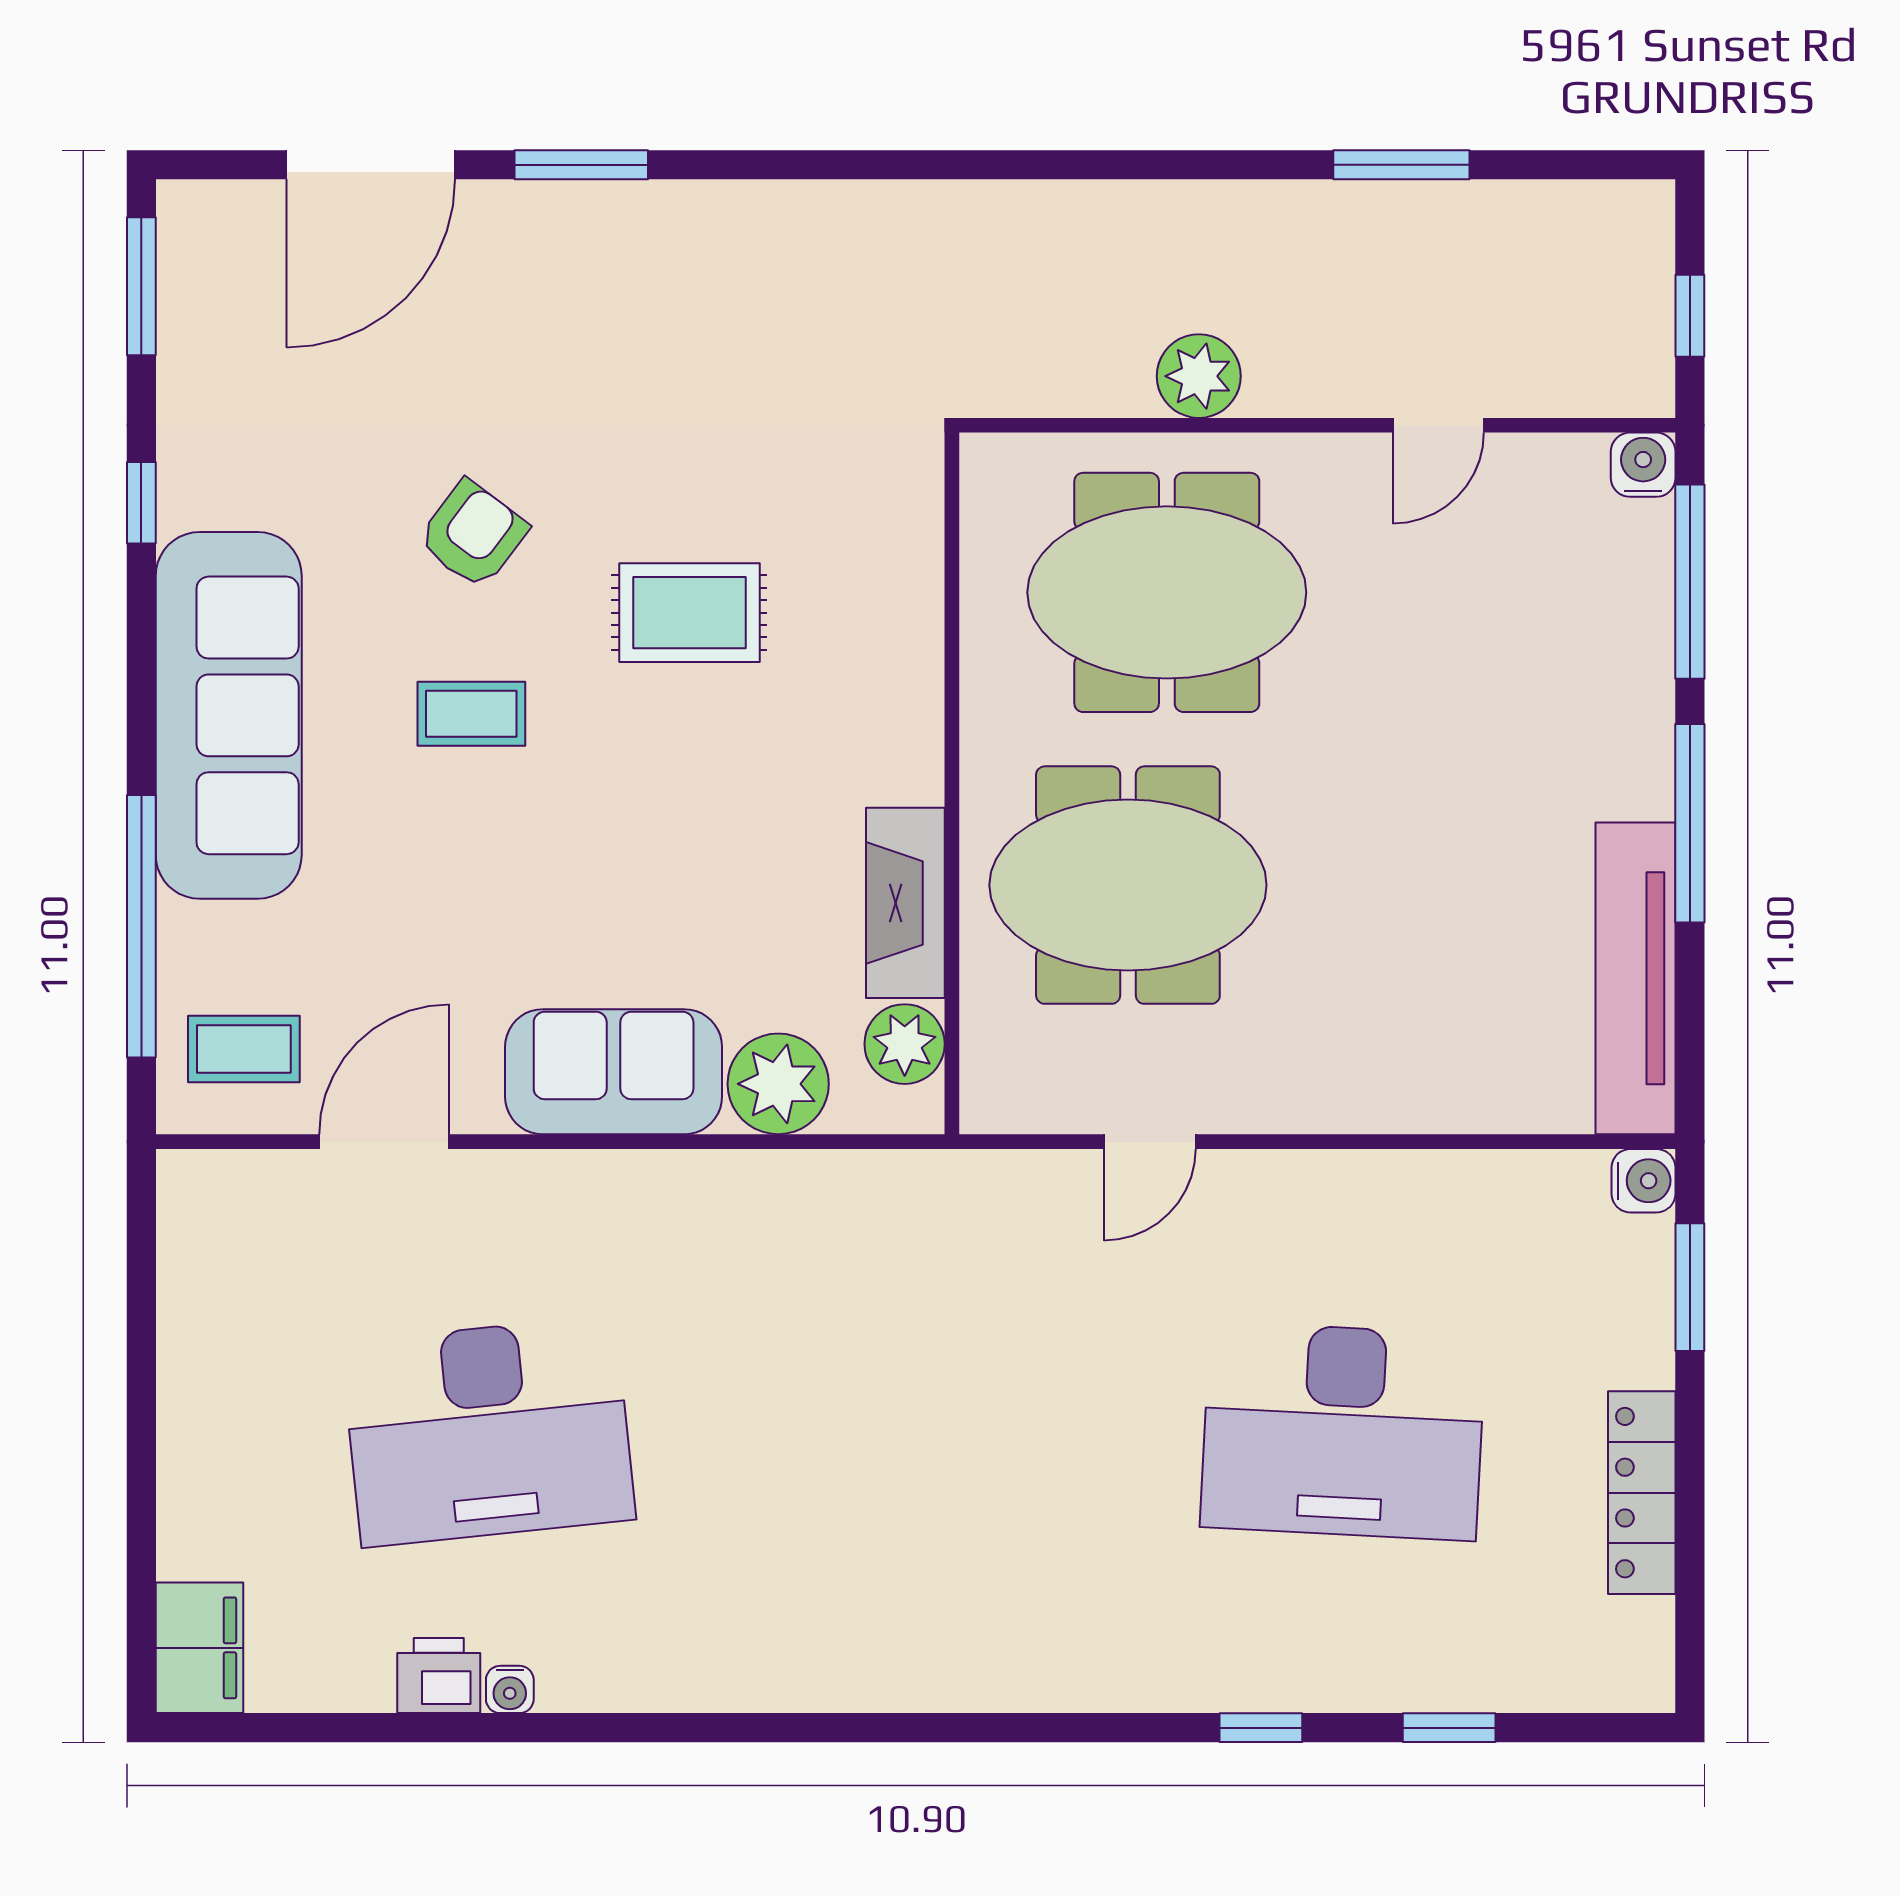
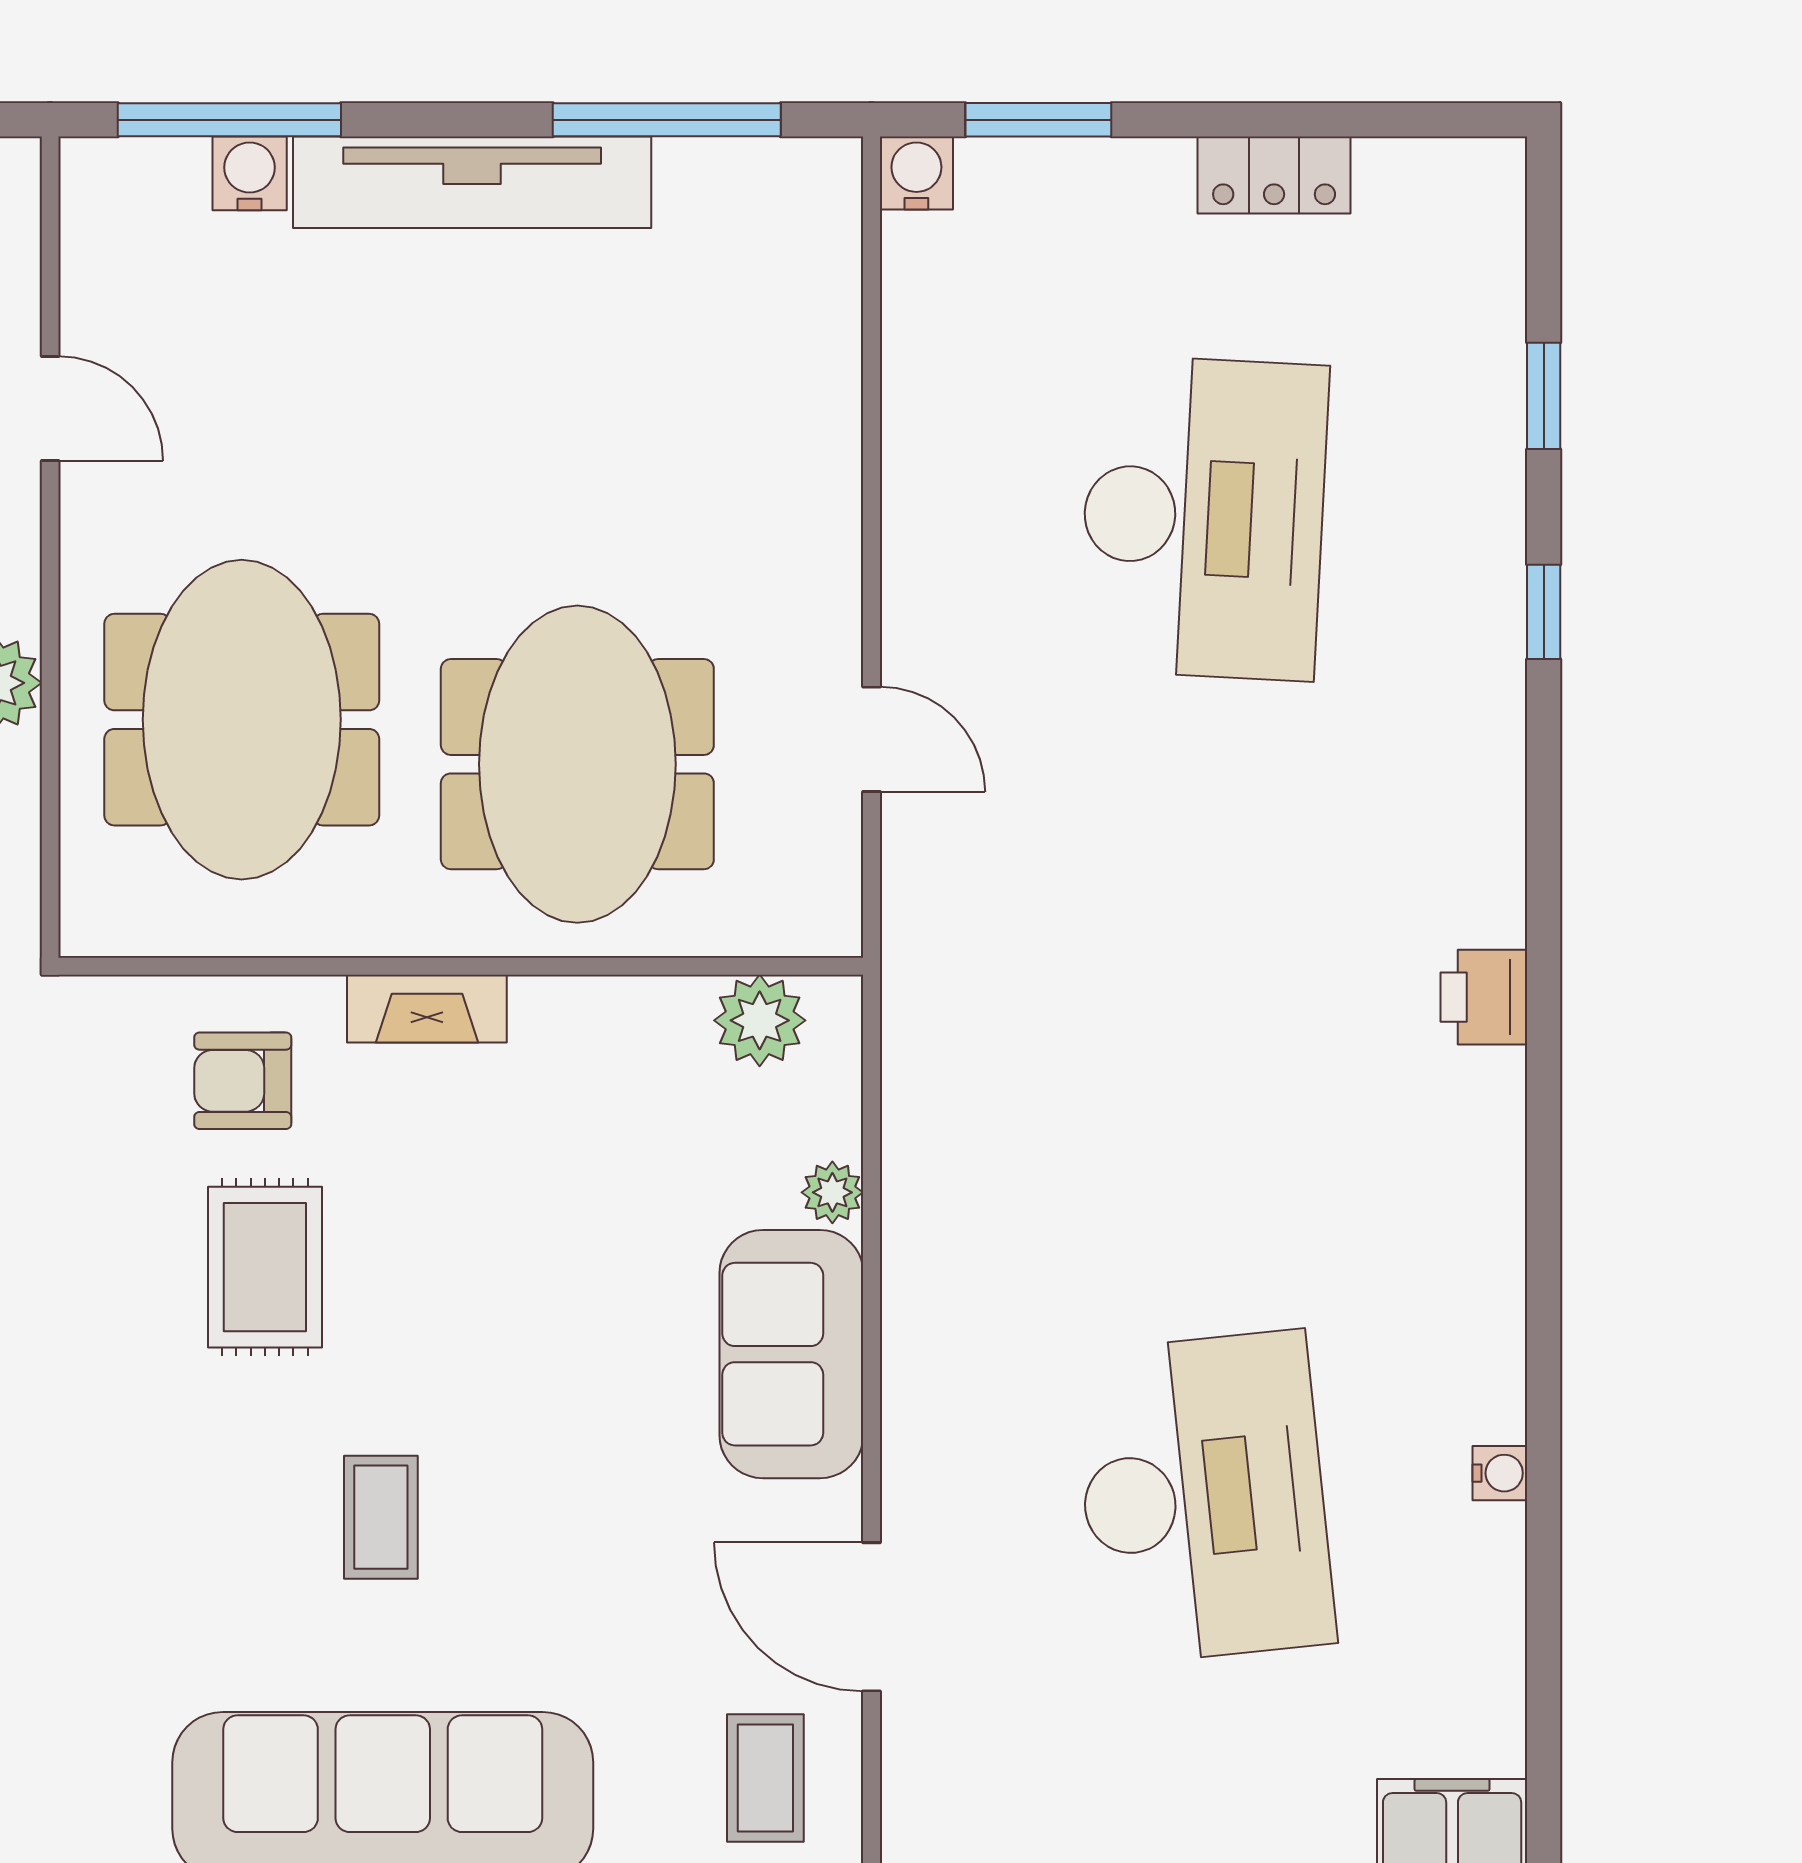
water cooler: (1643, 465) -> (250, 173), moved, turned 90
armchair: (473, 534) -> (243, 1081), moved, turned -37
window: (1690, 823) -> (667, 120), moved
fireplace: (905, 903) -> (427, 1009), moved, width x0.73, depth x0.76
tv unit: (1635, 978) -> (472, 182), moved
plant: (778, 1084) -> (832, 1192), width x0.53, depth x0.53
locker: (1642, 1493) -> (1274, 175), width x0.66
printer: (439, 1676) -> (1484, 997), moved

